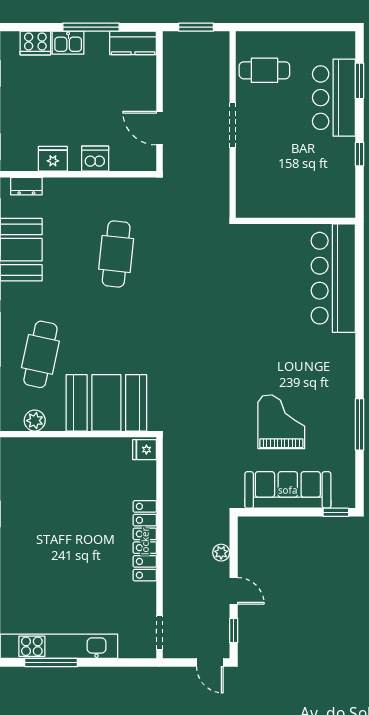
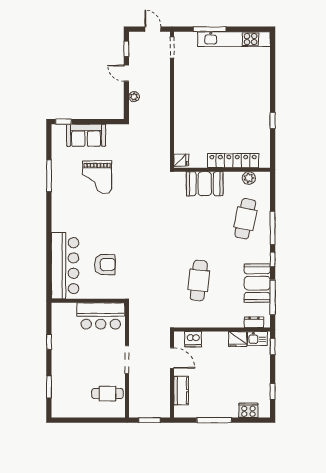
kitchen sink: (68, 43) -> (257, 339), moved, turned 180
kitchen counter: (133, 43) -> (181, 391), moved, turned 90
bar counter: (334, 98) -> (101, 316), moved, turned 90
dishwasher: (95, 159) -> (193, 339), moved
armchair: (269, 280) -> (105, 265), added
booth: (106, 403) -> (205, 184), width x0.73, depth x0.70
sofa: (288, 490) -> (86, 135), width x0.73
locker: (145, 541) -> (233, 161), moved, turned -90
window: (51, 662) -> (210, 29), moved
door: (210, 662) -> (153, 29), moved

